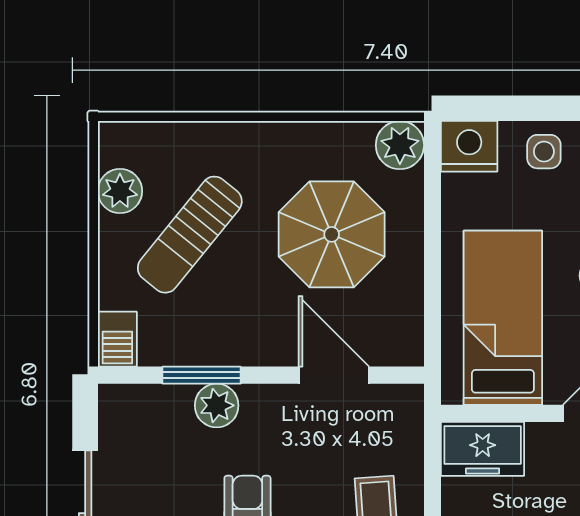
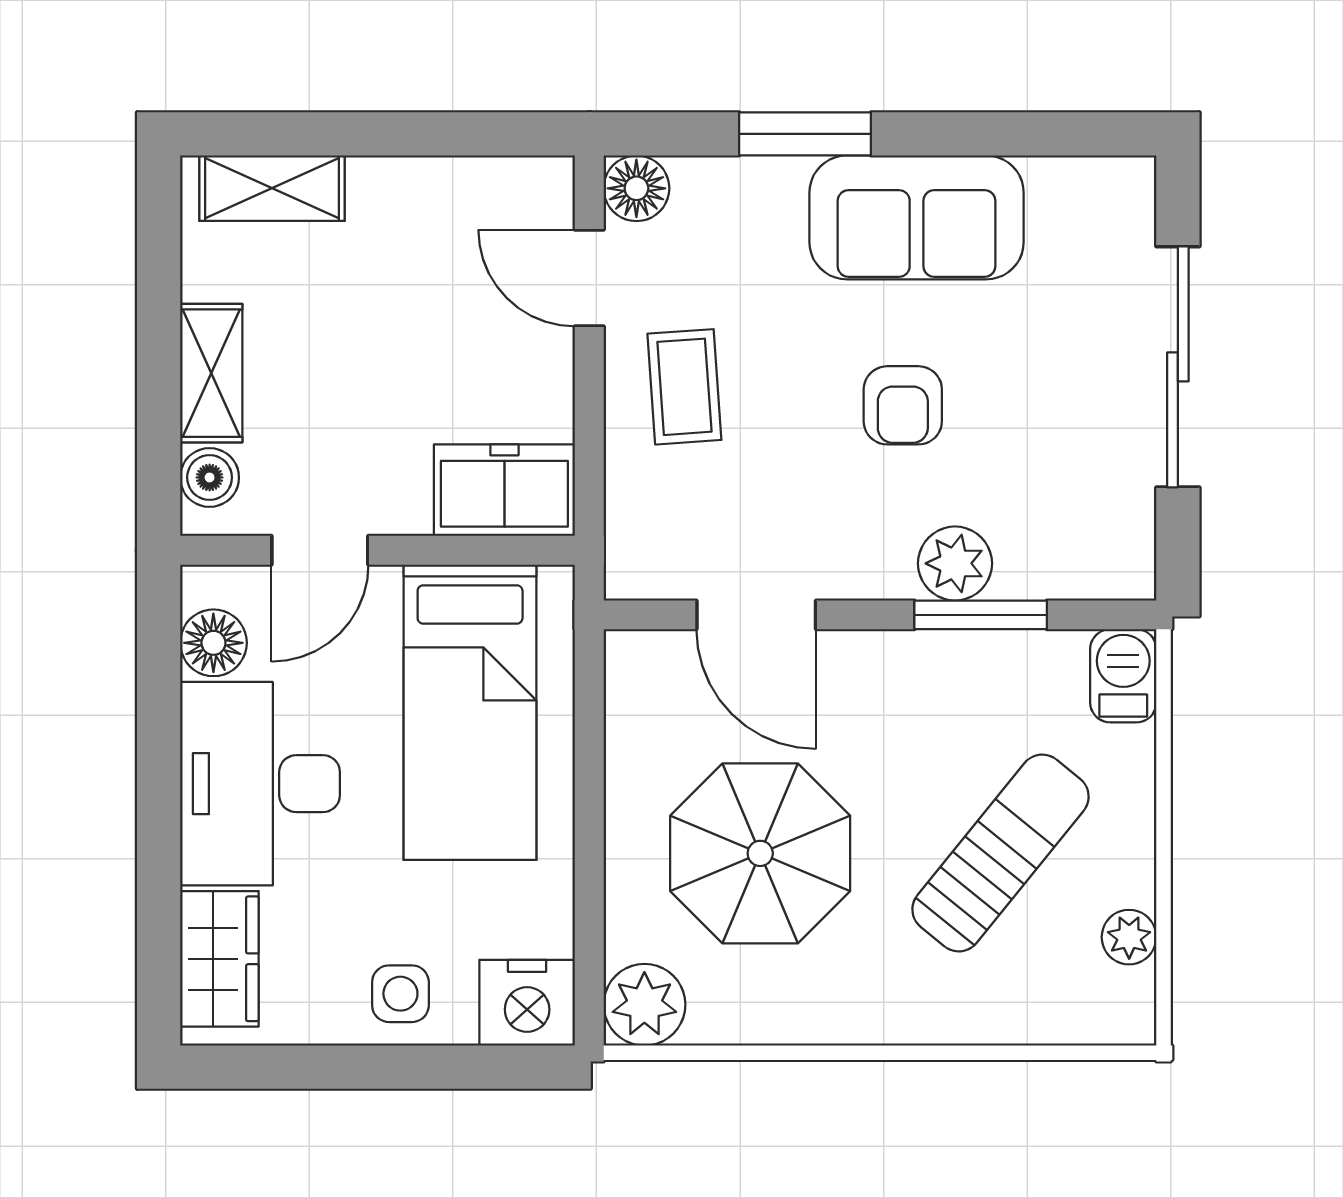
plant: (120, 191) -> (1129, 937), width x0.73, depth x0.73

